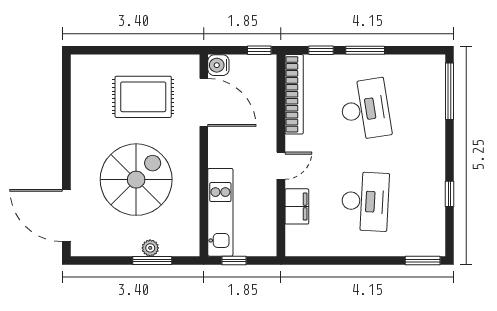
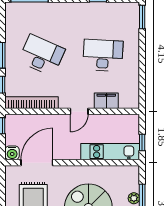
desk: (365, 109) -> (42, 55), turned 33
door: (281, 166) -> (79, 111), swing flipped

